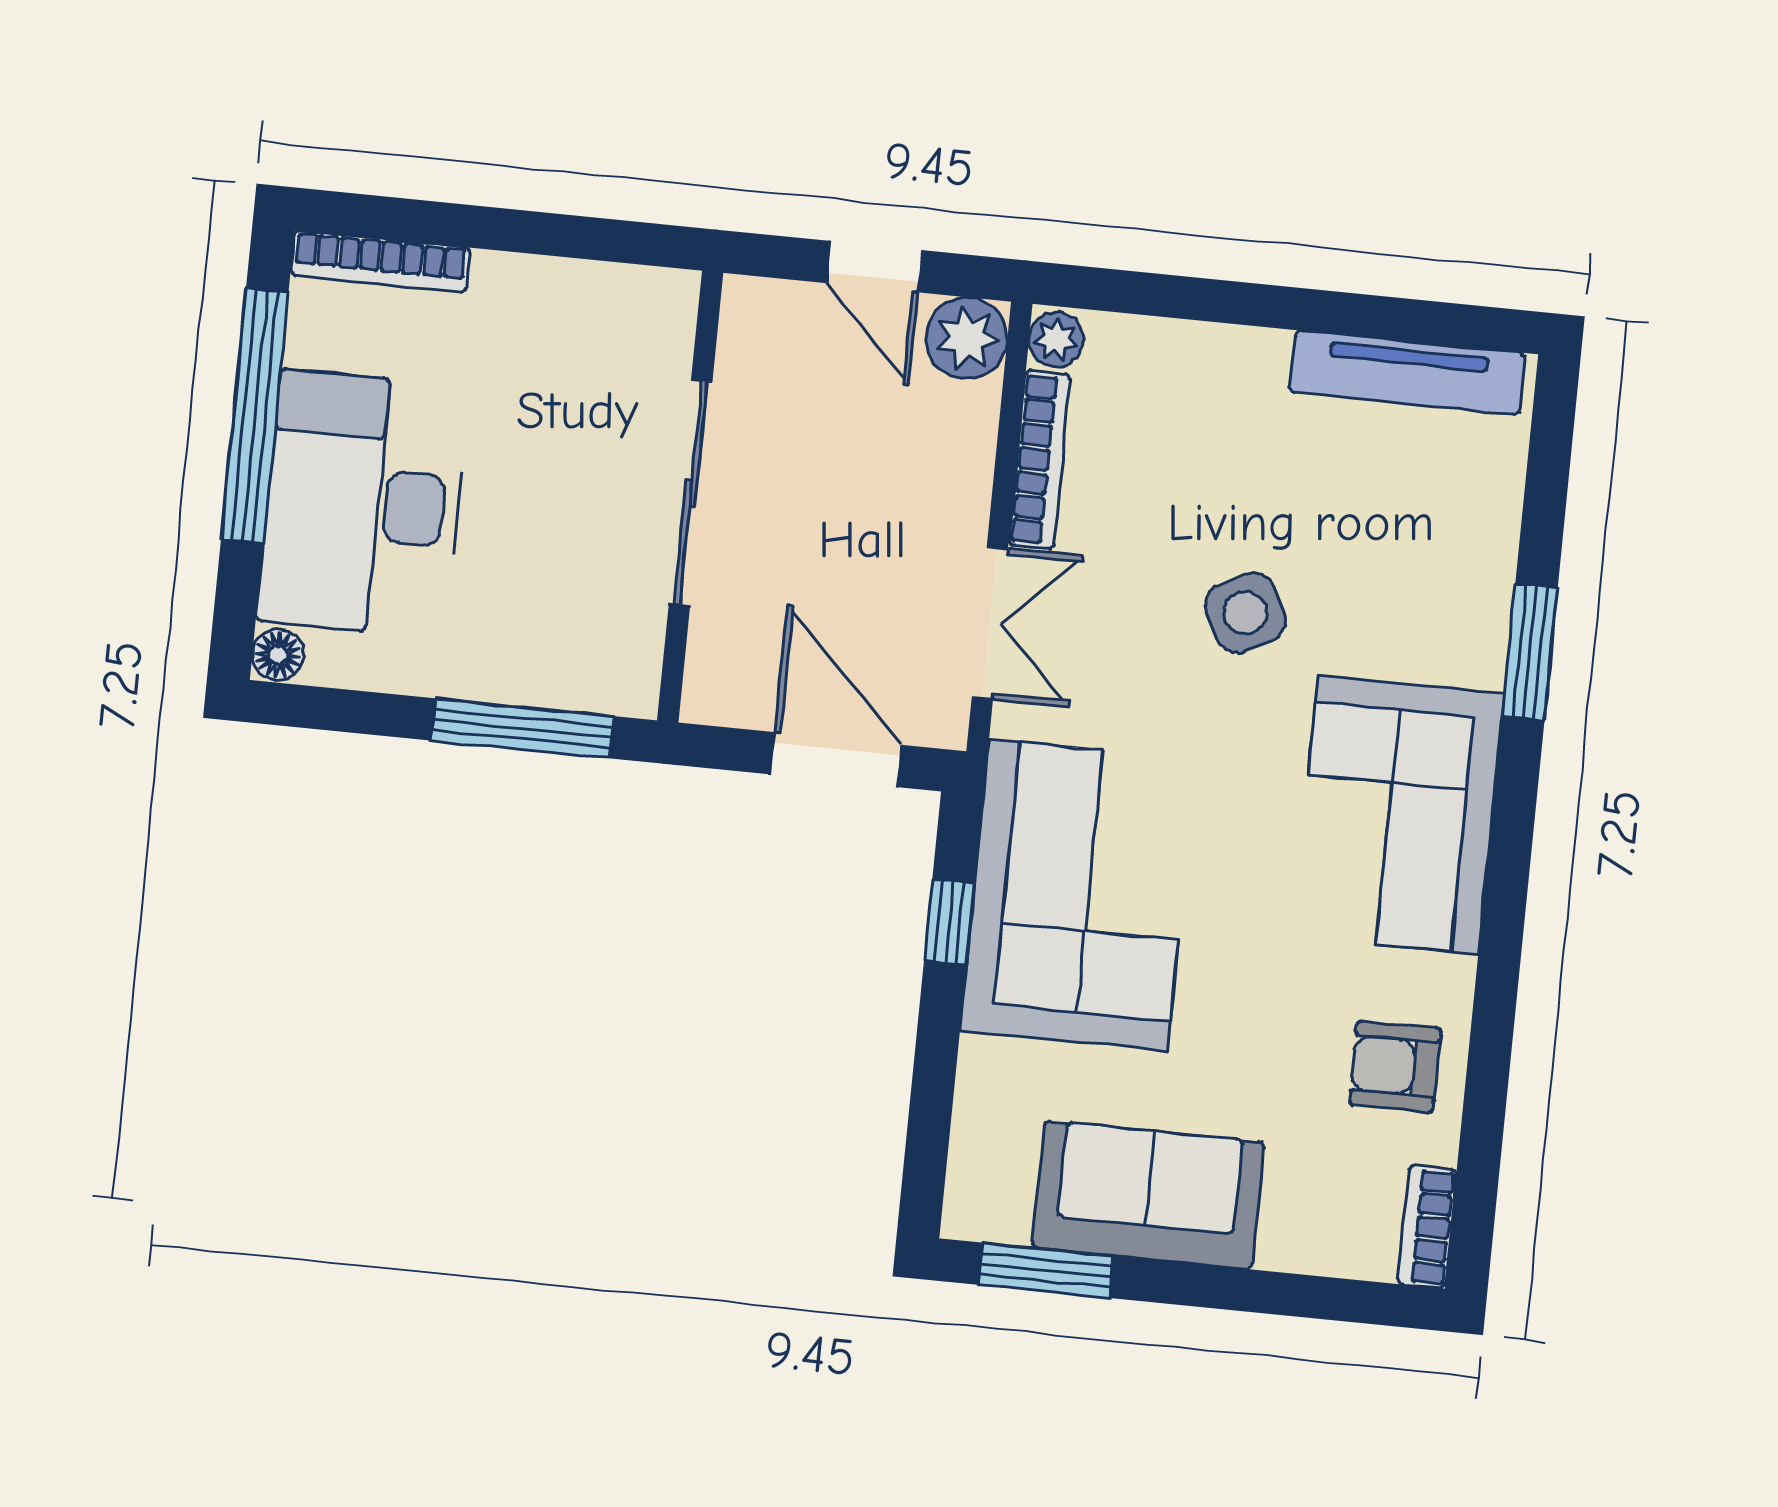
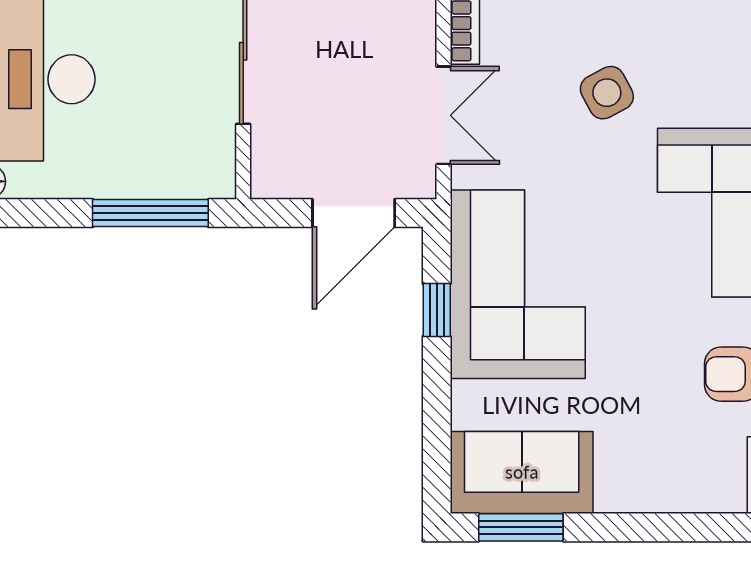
door: (836, 760) -> (354, 213), swing flipped
sofa: (1148, 1195) -> (522, 472), moved

